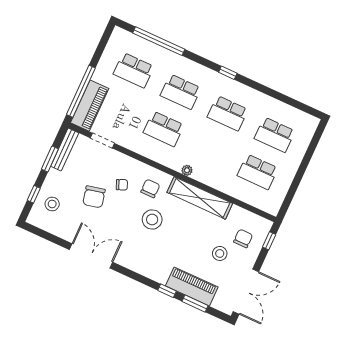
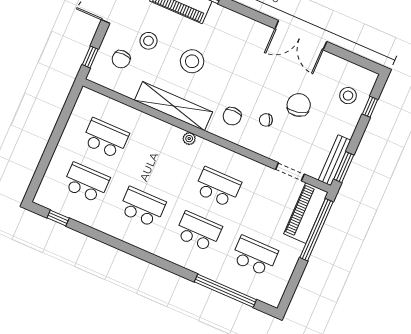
window: (228, 73) -> (58, 218), moved
window: (50, 159) -> (344, 167), moved
stool: (152, 219) -> (192, 61), moved

